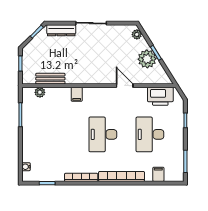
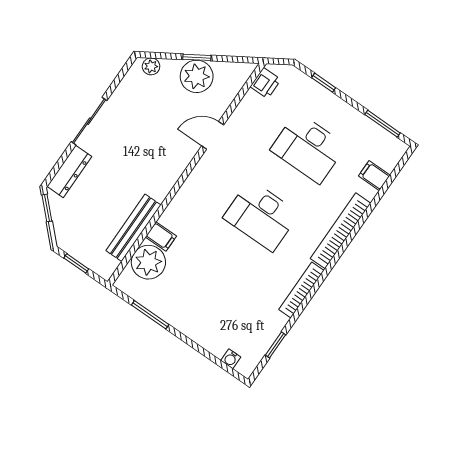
bench: (50, 79) -> (133, 228), width x1.36
plant: (40, 92) -> (148, 262), width x1.88, depth x1.88
filing cabinet: (77, 94) -> (161, 237), moved
printer: (160, 96) -> (265, 83), width x0.53, depth x0.68

